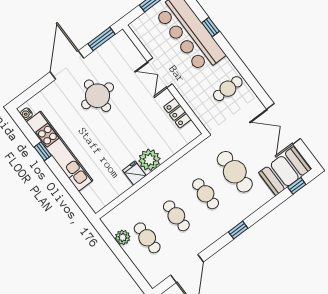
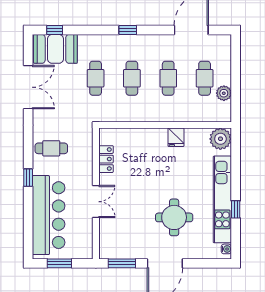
window: (211, 27) -> (28, 178), moved
round table: (98, 96) -> (174, 217), moved
plant: (149, 160) -> (220, 139), moved
cafe table: (235, 172) -> (96, 78), width x0.73, depth x0.74

